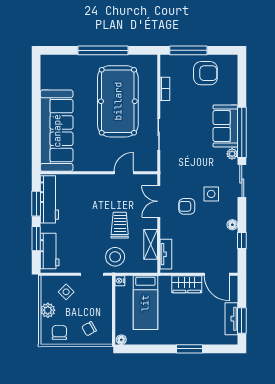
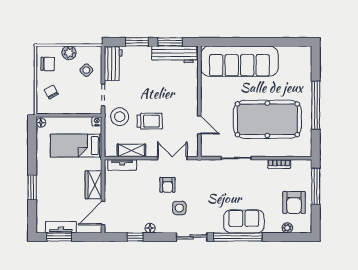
plant: (232, 154) -> (287, 228), moved
armchair: (187, 206) -> (168, 185), turned 180
workbench: (50, 251) -> (113, 64), moved, turned -90

